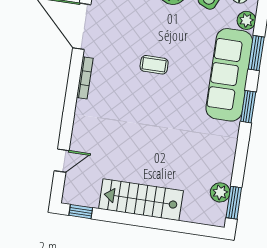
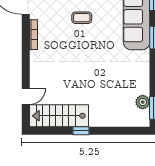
stairs: (141, 200) -> (59, 116), moved
window: (81, 212) -> (81, 131), moved

